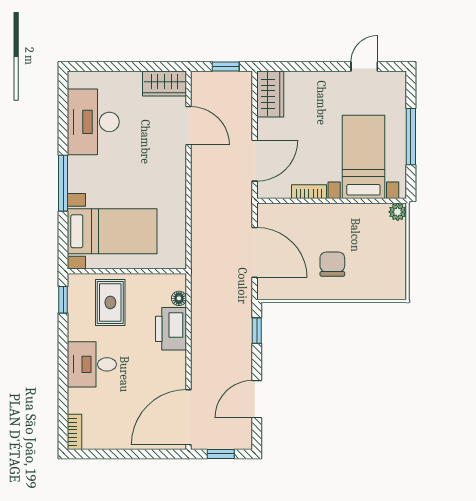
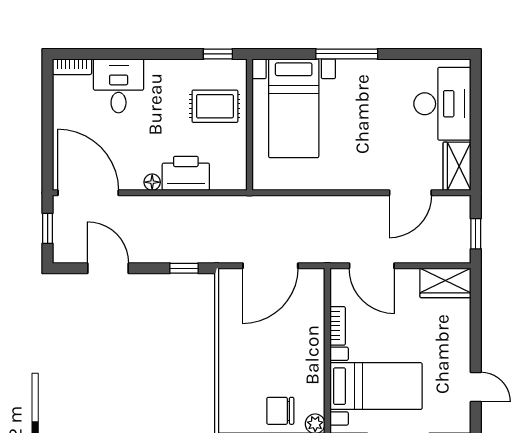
desk: (93, 122) -> (442, 104), moved, turned 90
chair: (332, 264) -> (280, 411), moved, turned 180
floor lamp: (179, 298) -> (152, 182), moved
desk: (92, 364) -> (119, 86), moved

